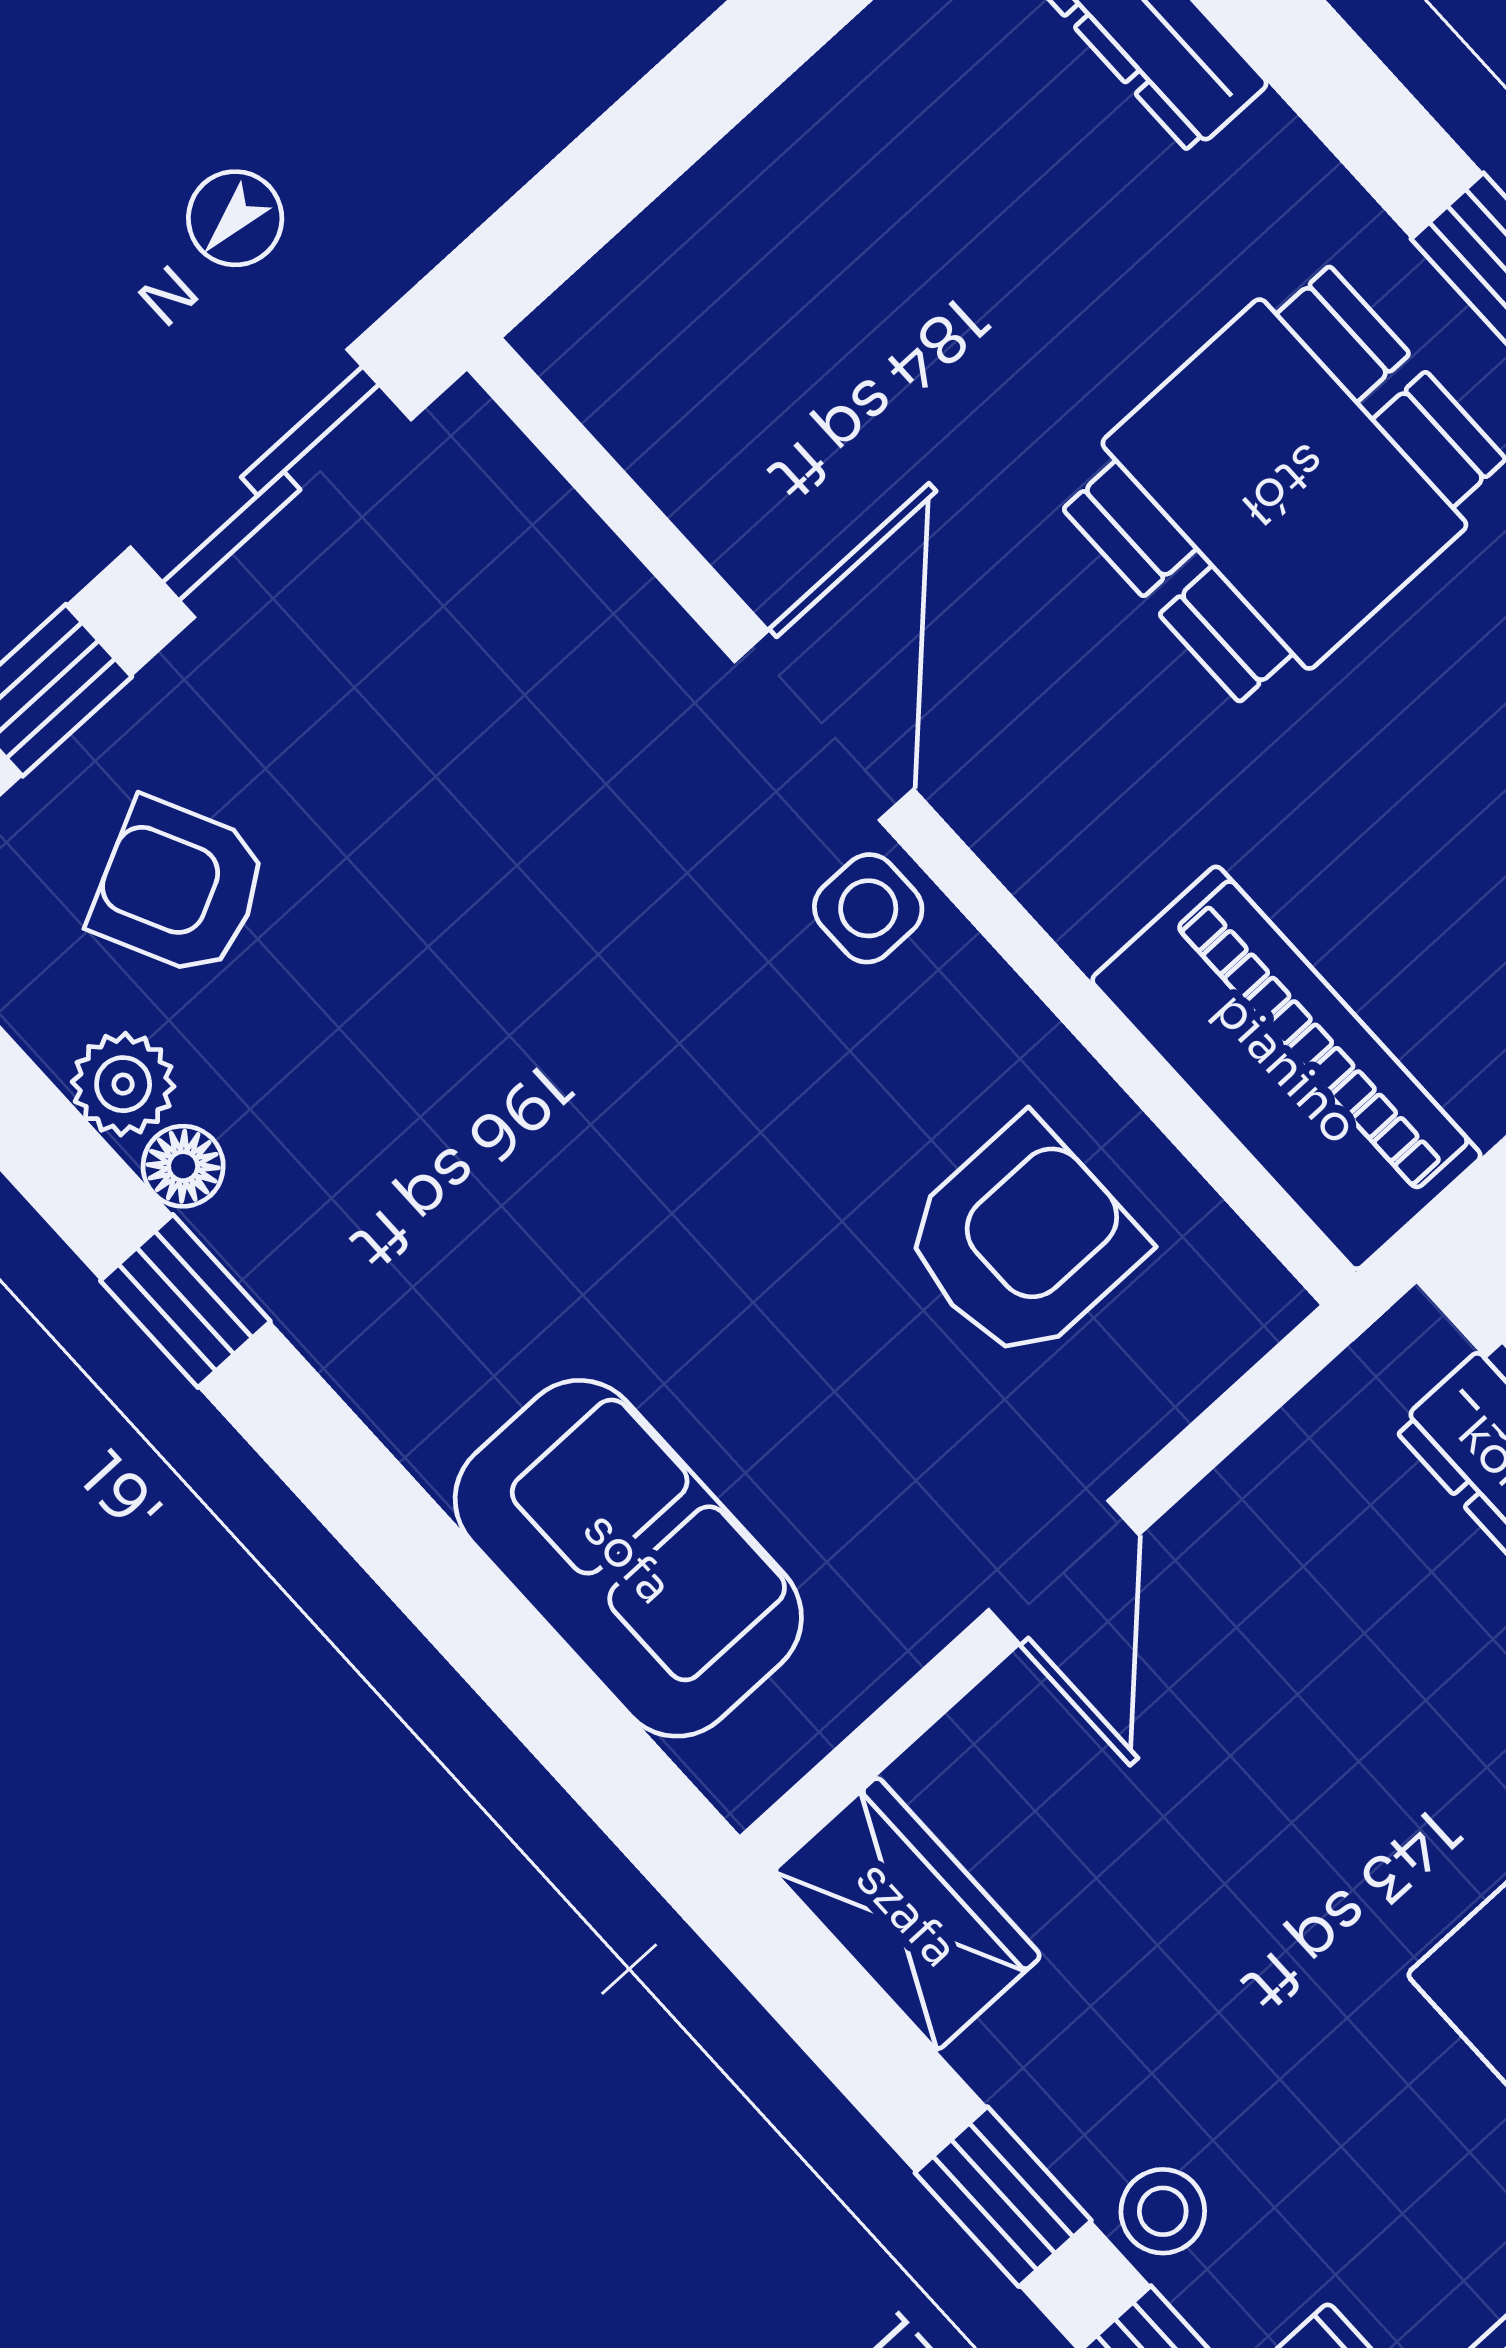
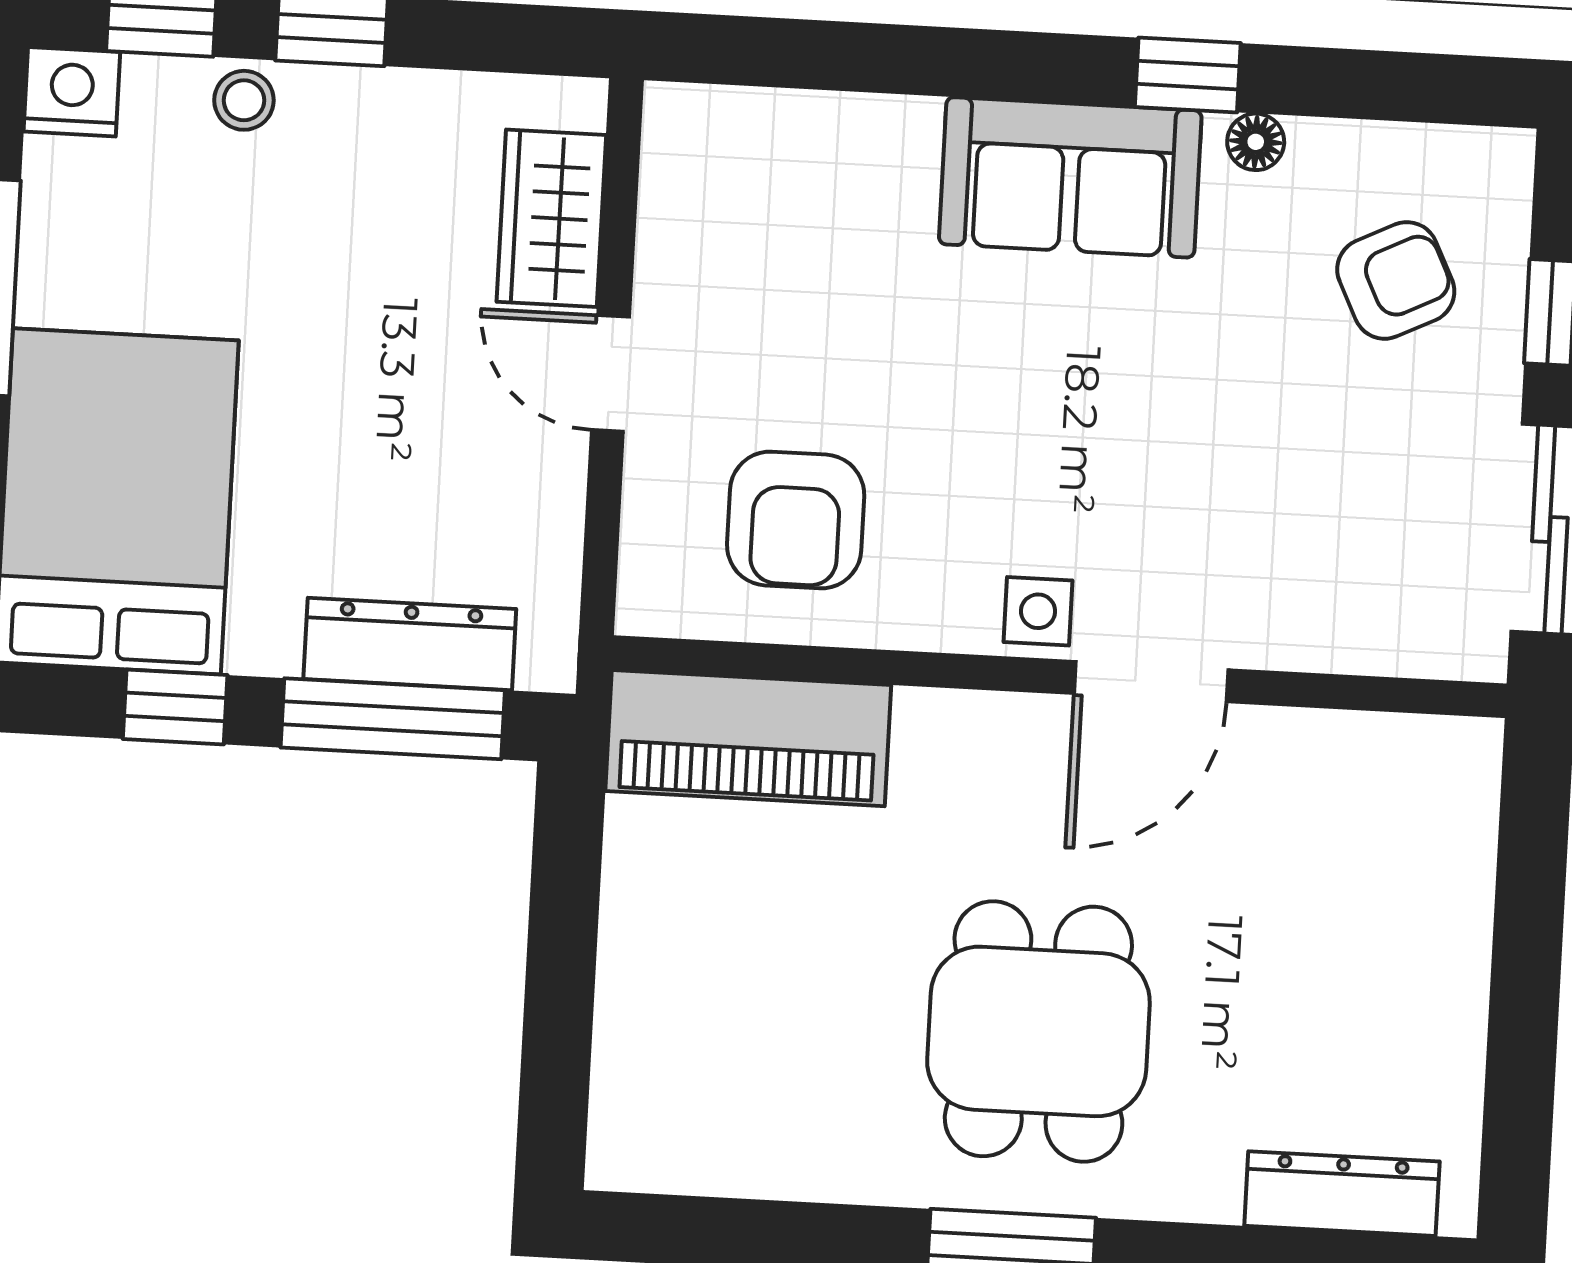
door: (824, 725) -> (1151, 682), hinge flipped
plant: (123, 1084) -> (1327, 153), removed
sofa: (628, 1558) -> (1070, 177), moved
wardrobe: (907, 1914) -> (551, 218), moved, turned 90

